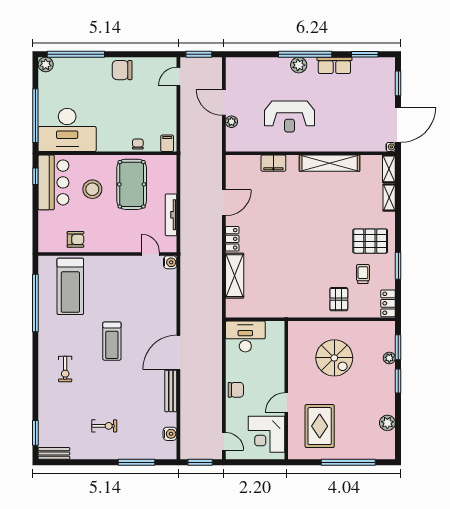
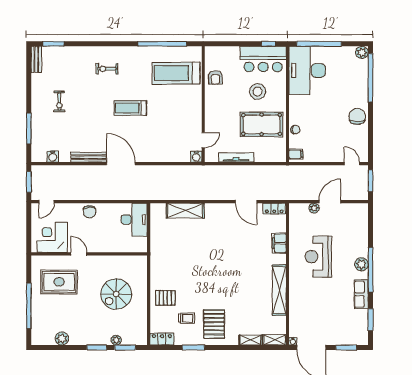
locker: (232, 239) -> (274, 209), moved

